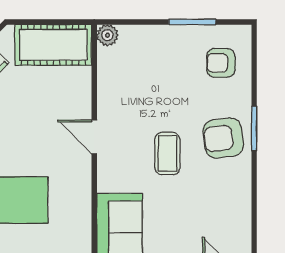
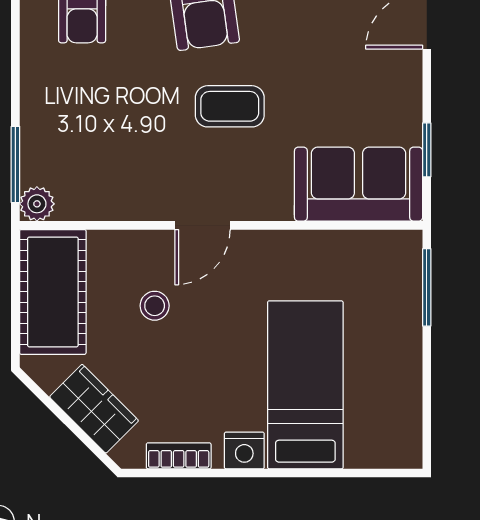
window: (192, 22) -> (15, 164), moved
stool: (45, 107) -> (155, 306), added

